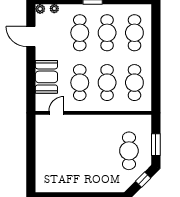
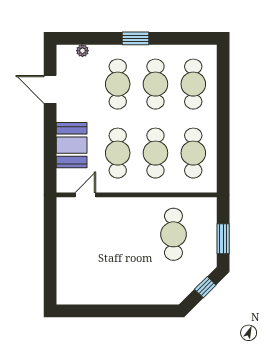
plant: (40, 9) -> (63, 51), removed
cafe table: (129, 151) -> (173, 234), moved

